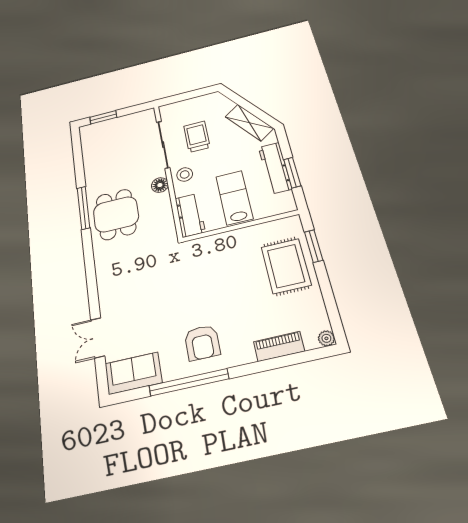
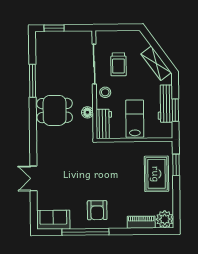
trolley: (197, 137) -> (118, 64), turned 180
floor lamp: (160, 185) -> (87, 112), moved
window: (83, 208) -> (32, 81), moved
dining table: (116, 214) -> (55, 110), turned 90
double door: (98, 338) -> (33, 178), moved
plant: (326, 338) -> (165, 219), width x1.88, depth x1.88

